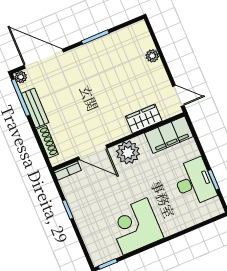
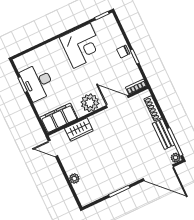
chair: (82, 217) -> (123, 51), added

